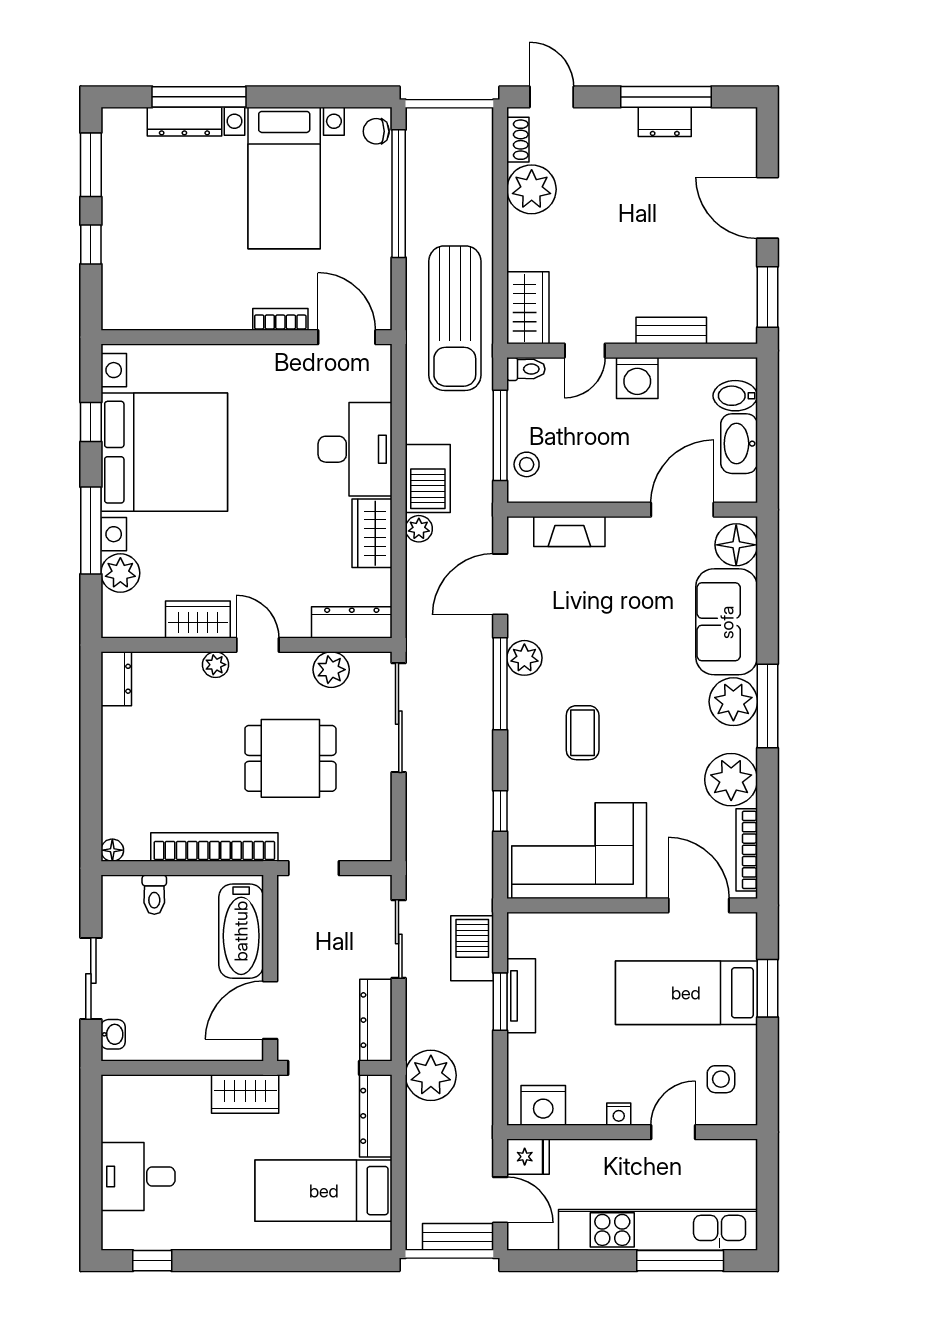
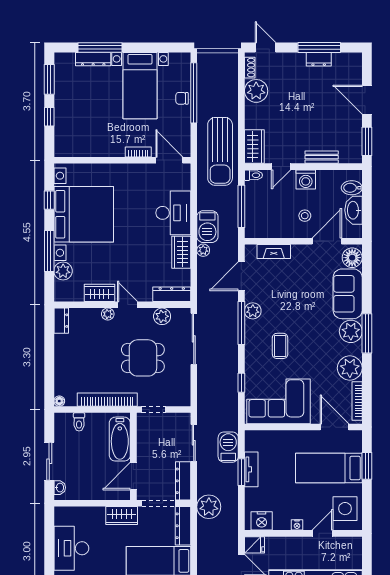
chair: (376, 131) -> (182, 98), moved
stool: (527, 464) -> (305, 216), moved
side table: (721, 1079) -> (345, 509), width x1.87, depth x1.87
desk: (138, 1176) -> (71, 548), width x1.37

